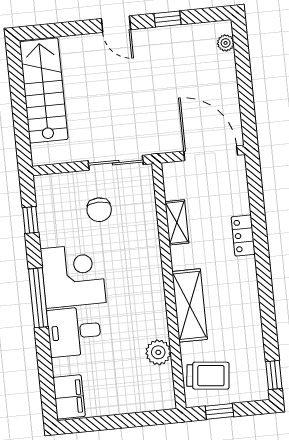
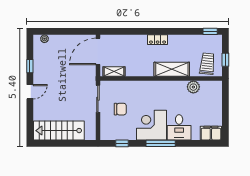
shelving: (177, 222) -> (114, 71), moved
locker: (243, 236) -> (158, 40), moved

